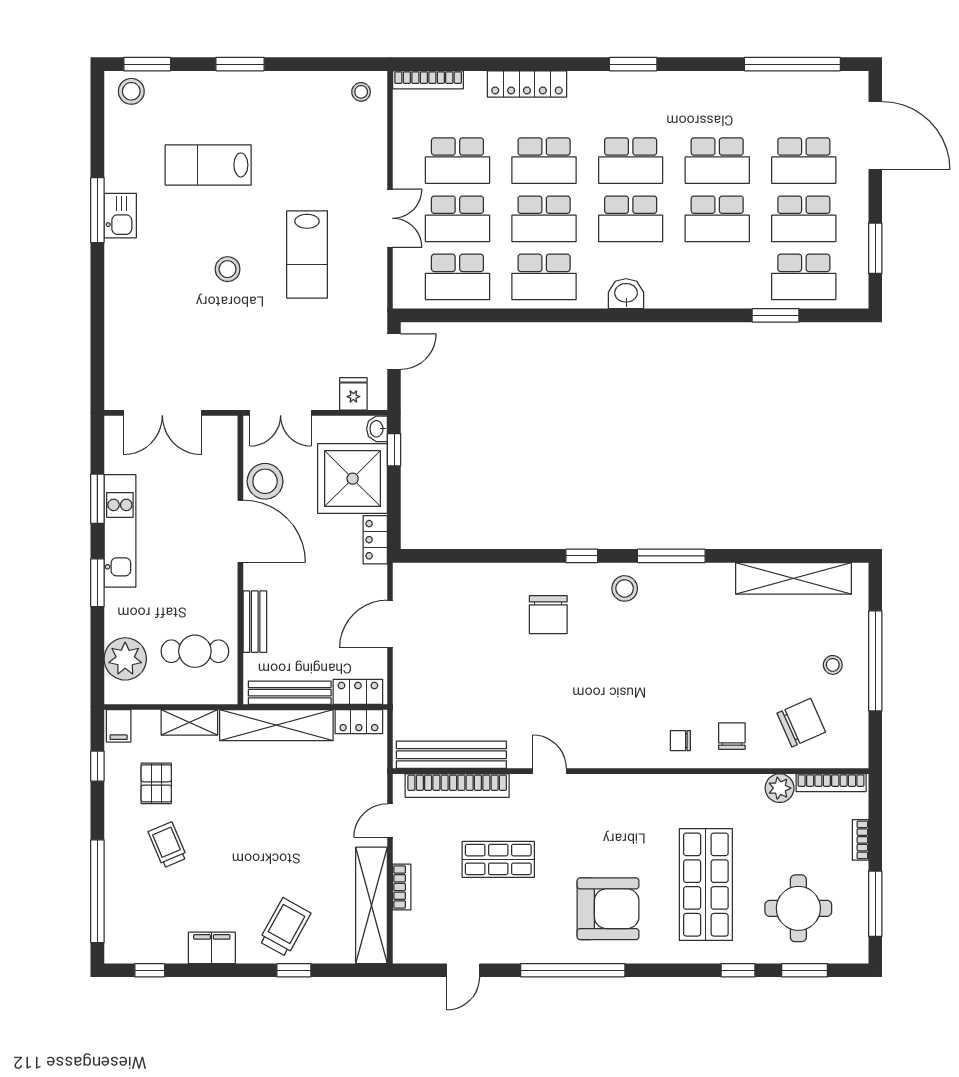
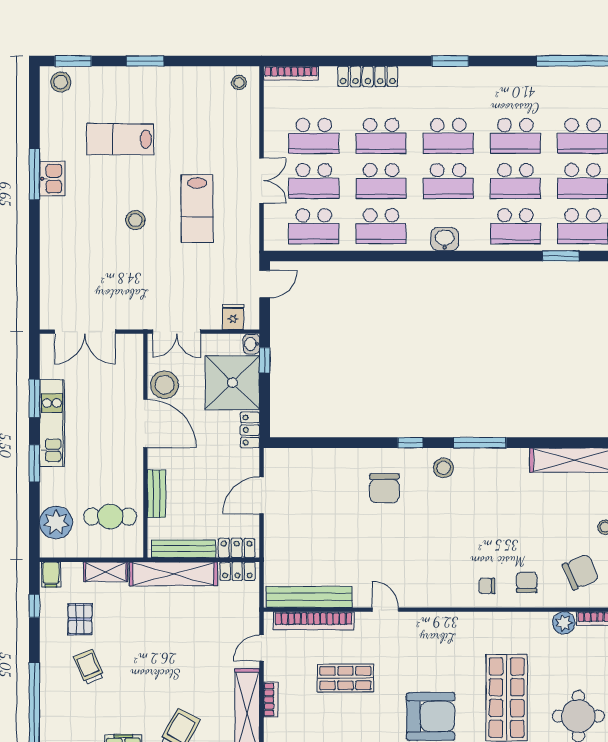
school desk: (717, 277) -> (515, 226), added

